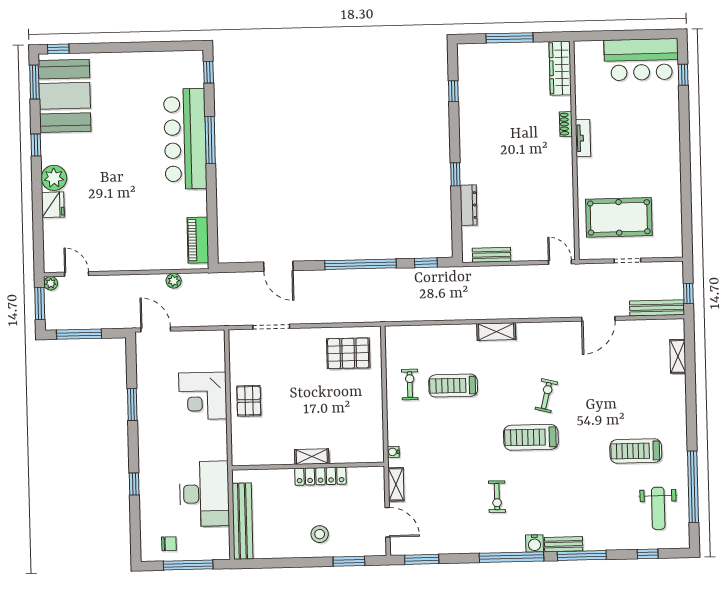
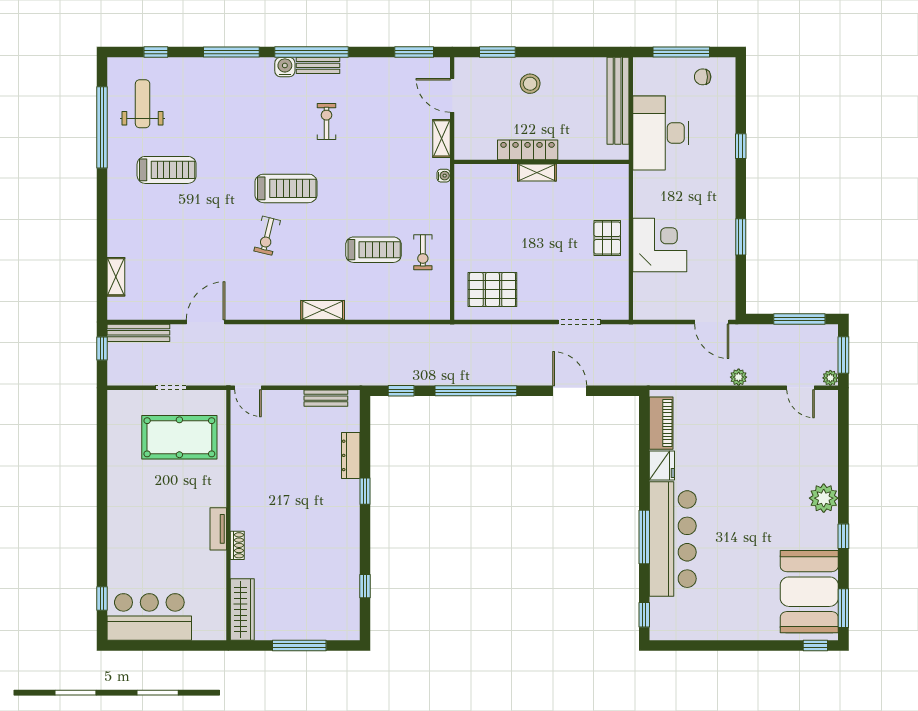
fridge: (53, 205) -> (662, 465), moved, turned 180
plant: (174, 281) -> (739, 377), moved
bench: (564, 544) -> (318, 65), moved

